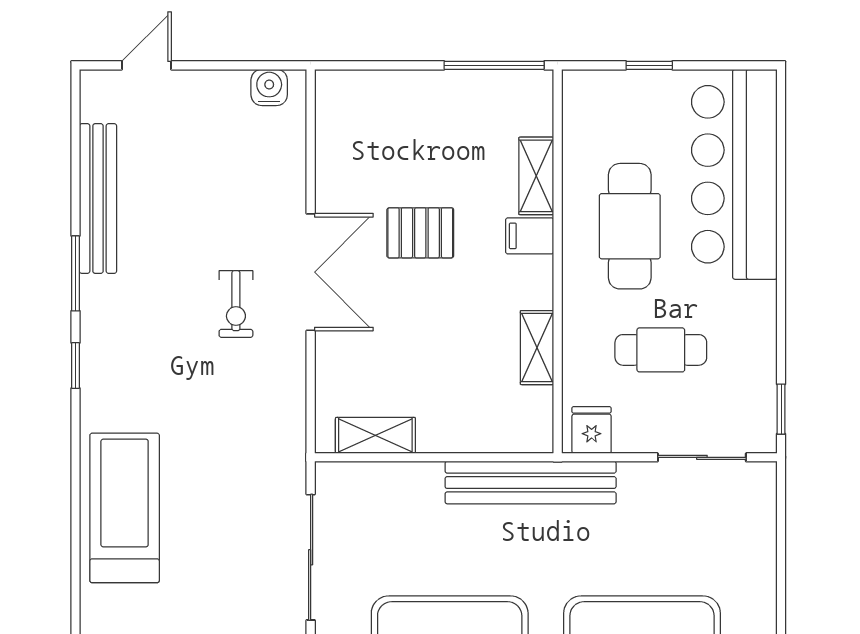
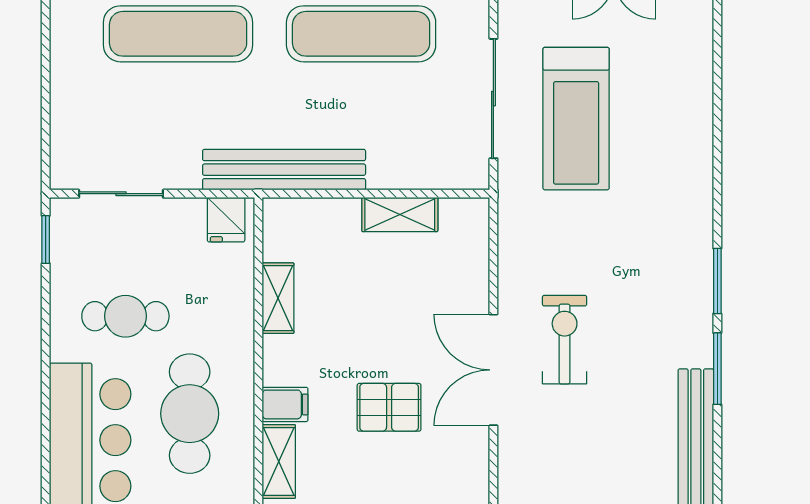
exercise bike: (236, 304) -> (565, 340), width x1.38, depth x1.39
cafe table: (661, 350) -> (125, 316), moved
window: (75, 366) -> (717, 281), width x1.50
shelving: (375, 435) -> (400, 214), moved
treadmill: (125, 508) -> (576, 119), moved

